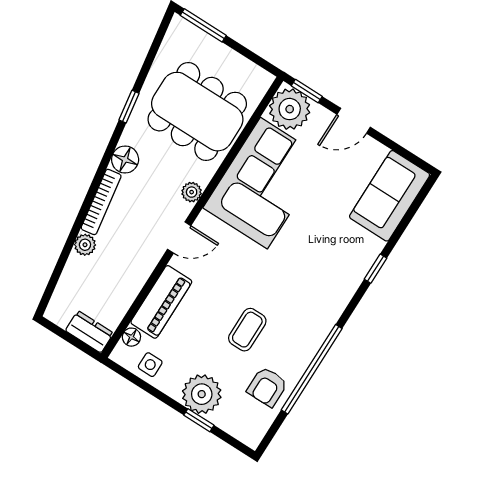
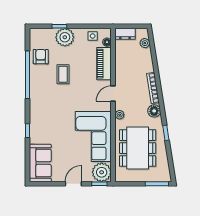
dining table: (197, 112) -> (138, 148), turned 90
plant: (85, 245) -> (145, 43), moved

